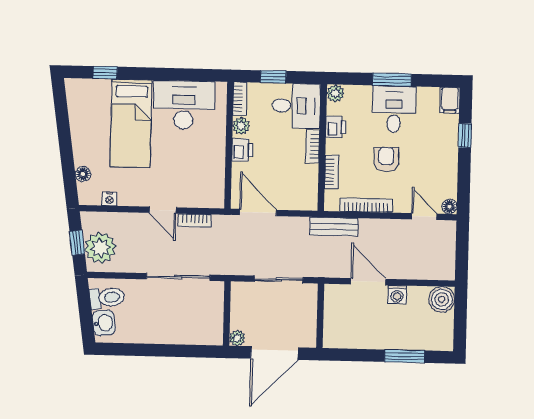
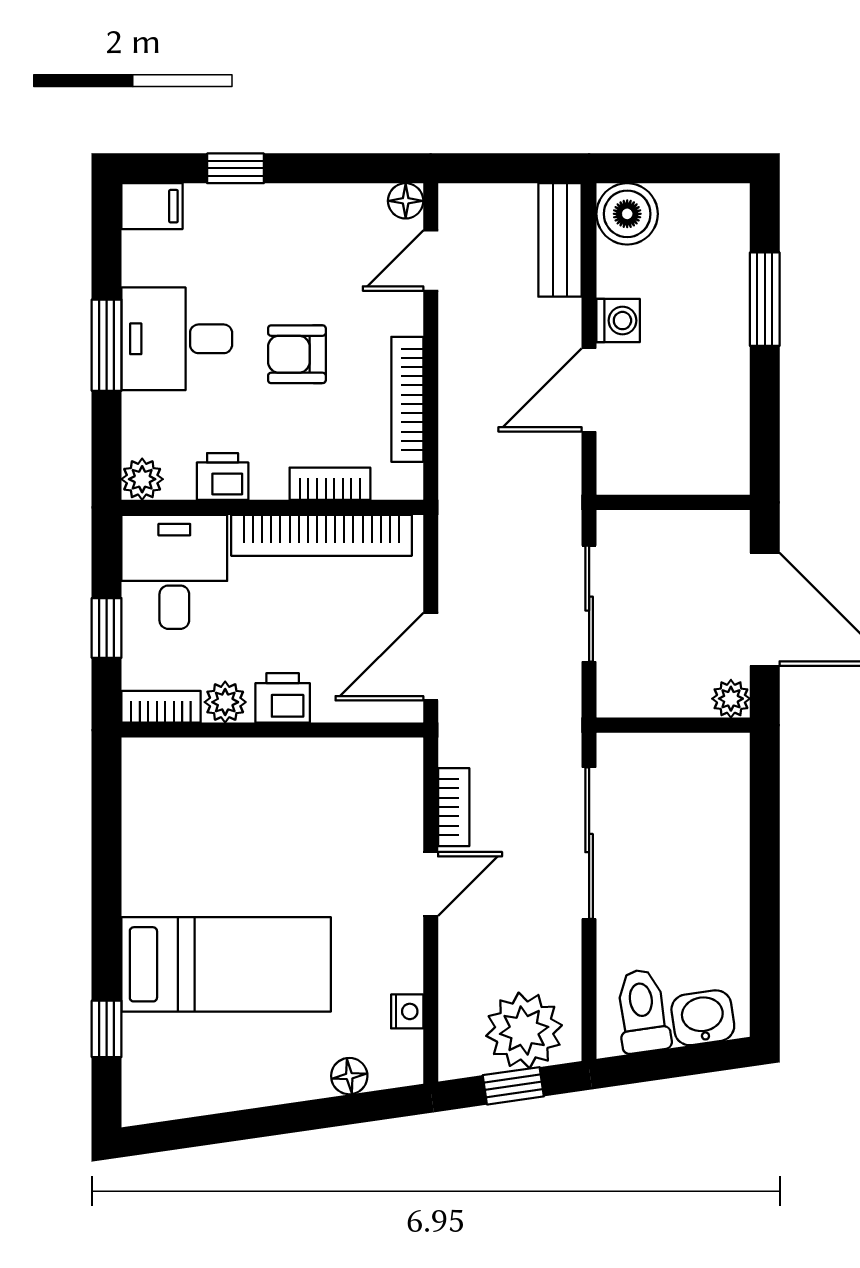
desk: (184, 105) -> (179, 840), removed
bookcase: (313, 146) -> (321, 535), width x2.31, depth x1.31
bench: (334, 227) -> (560, 240), moved

